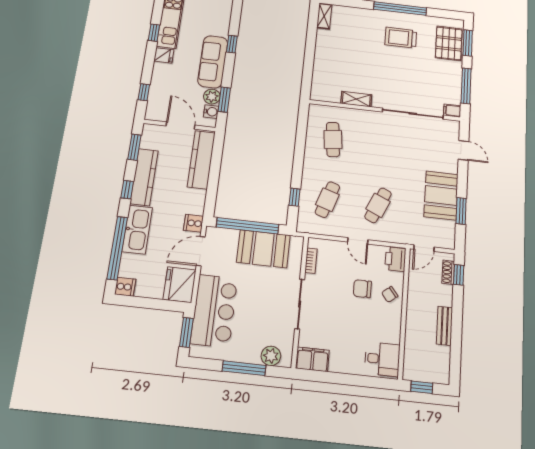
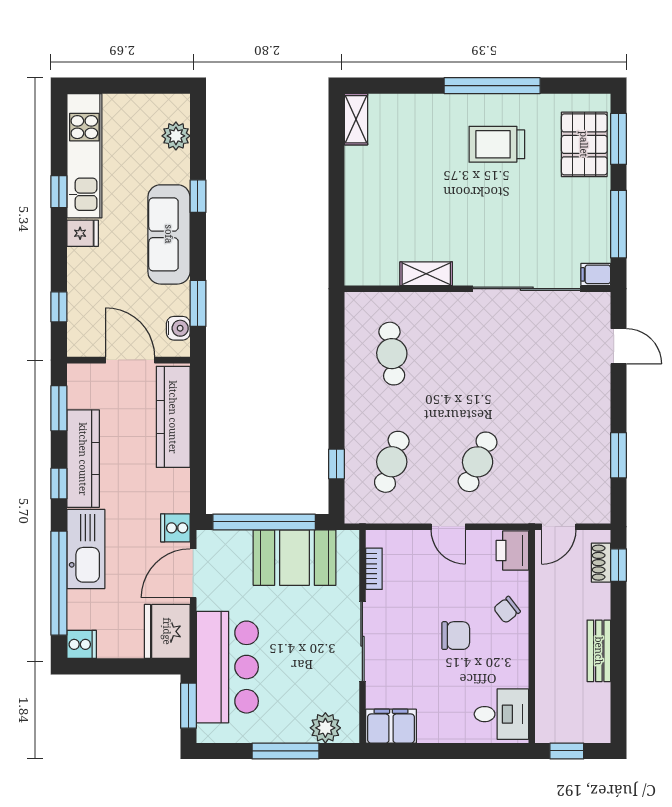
plant: (212, 97) -> (176, 136), moved
booth: (441, 195) -> (583, 432), removed
chair: (362, 289) -> (456, 636), moved, turned 180

